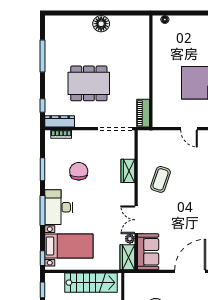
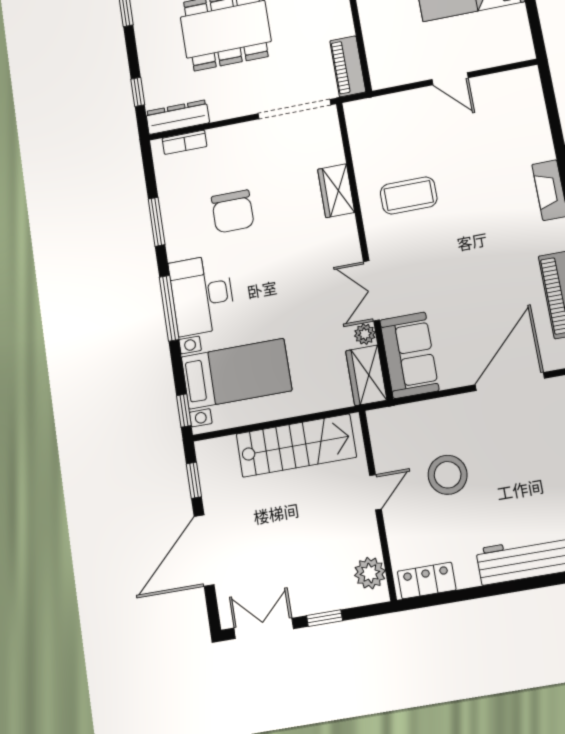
chair: (79, 171) -> (233, 211), turned 180
coffee table: (161, 179) -> (409, 195), turned 71

